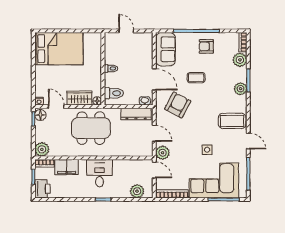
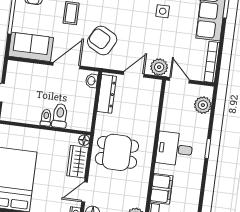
toilet: (114, 93) -> (60, 116), moved
dining table: (91, 128) -> (117, 152), width x0.73
door: (154, 170) -> (179, 80), hinge flipped

